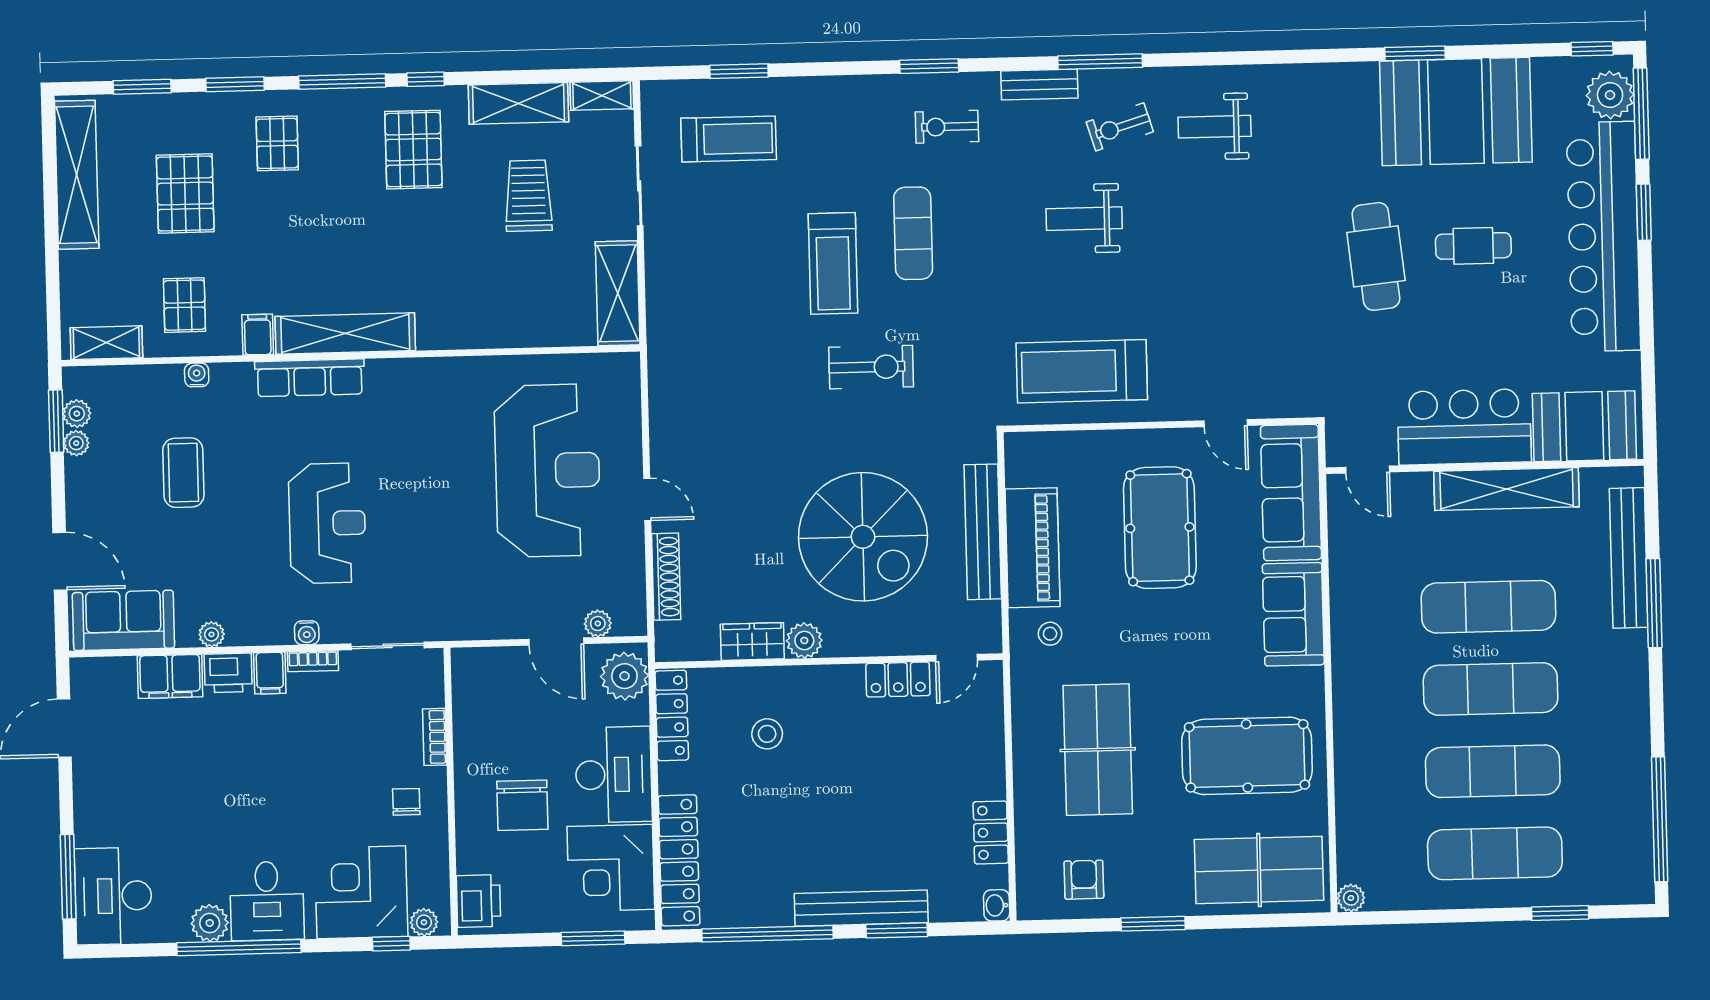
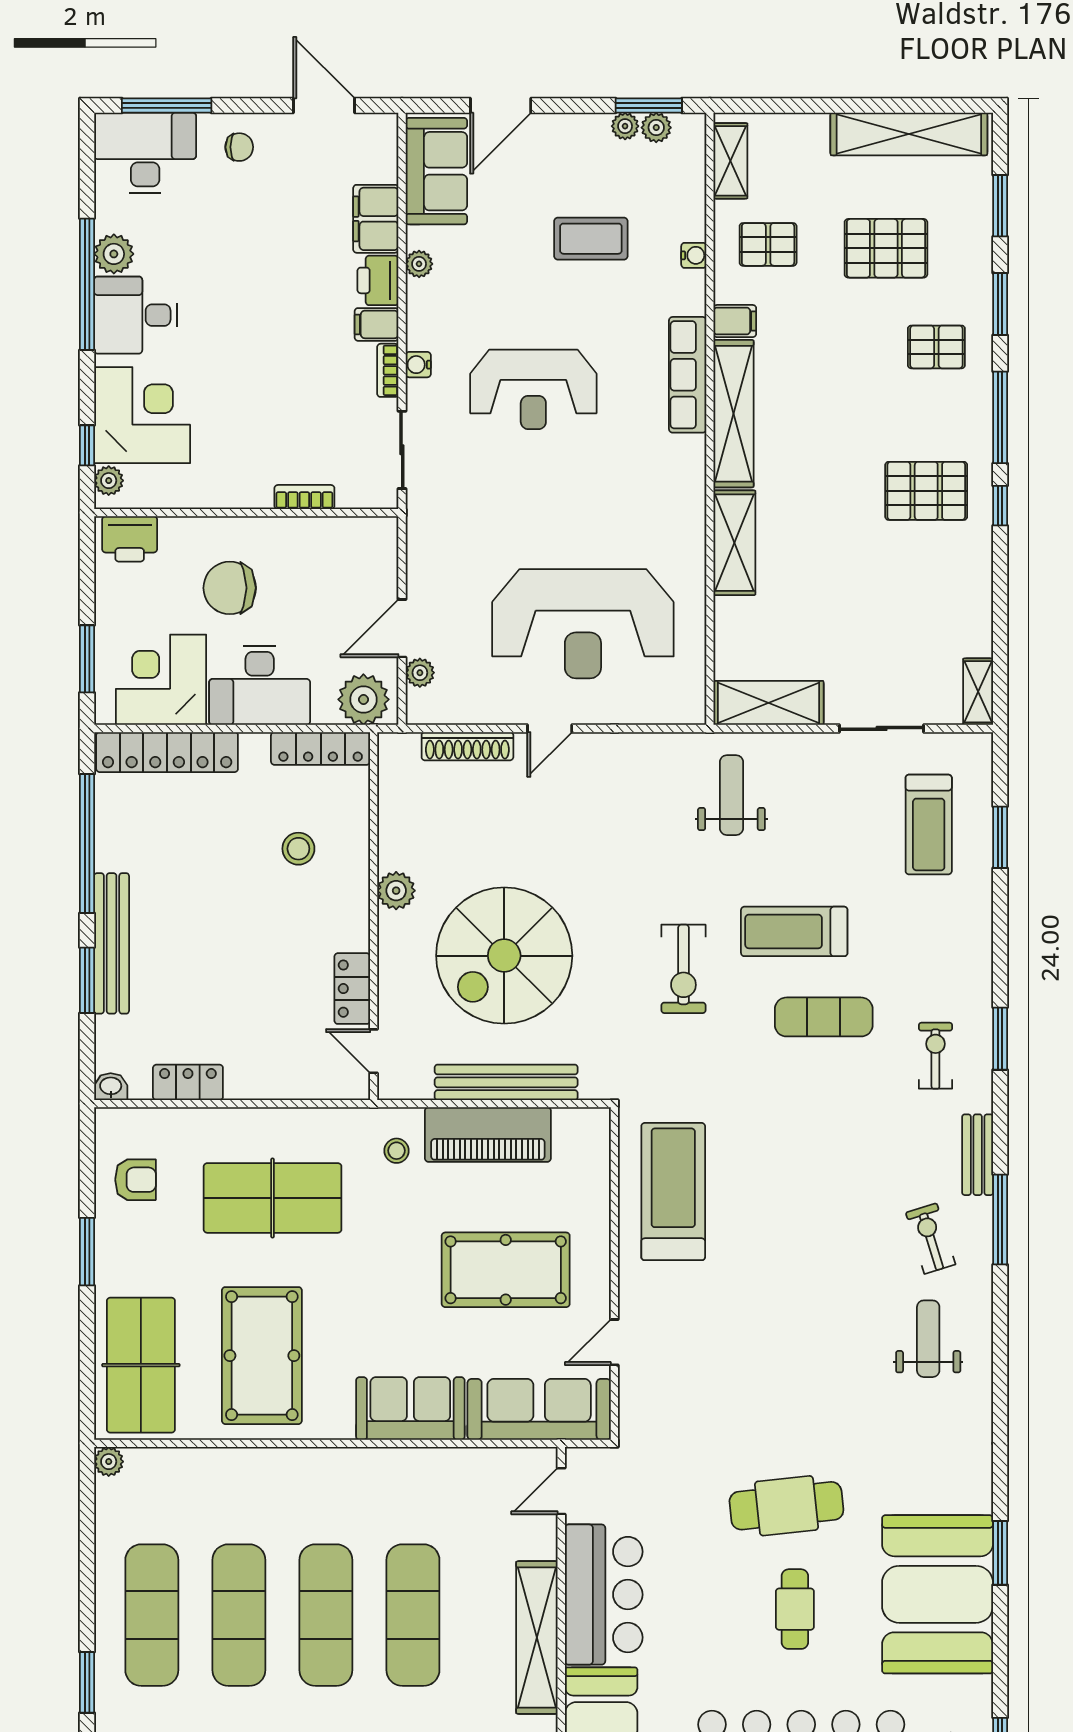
shelving: (518, 103) -> (734, 543), moved
trolley: (528, 196) -> (874, 611), removed
weight bench: (1084, 219) -> (731, 795), moved
wardrobe: (752, 642) -> (396, 836), removed
chair: (406, 802) -> (239, 147), moved

